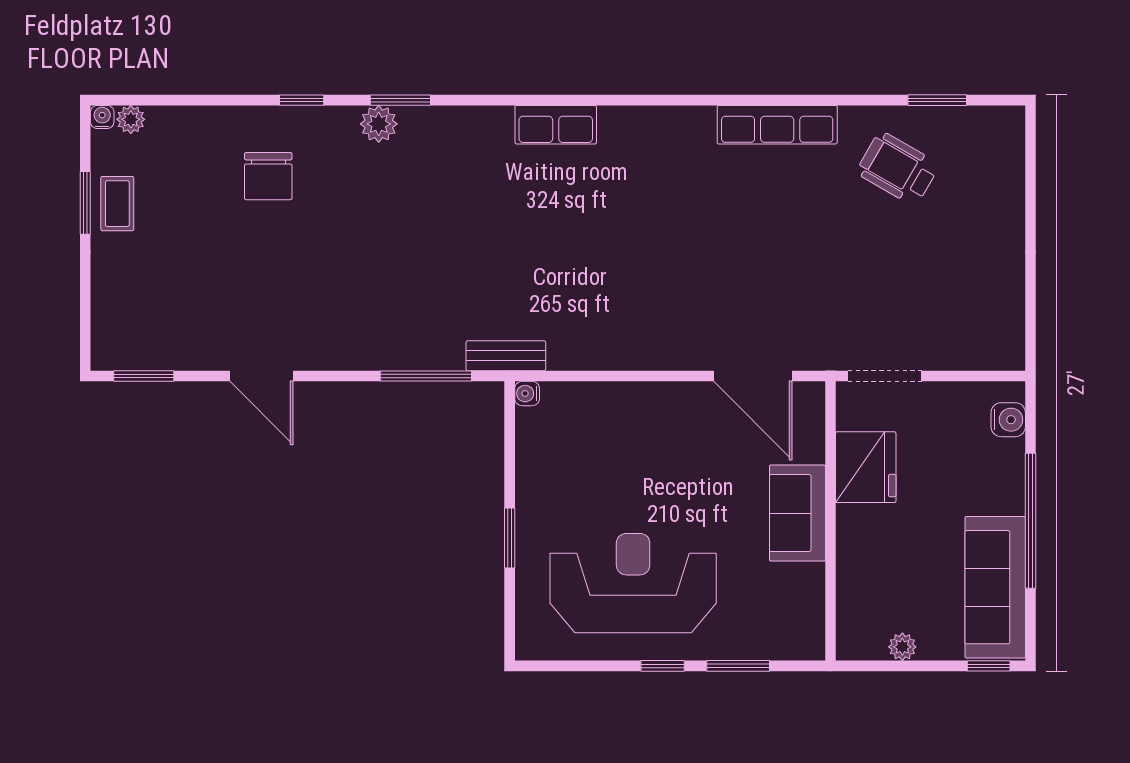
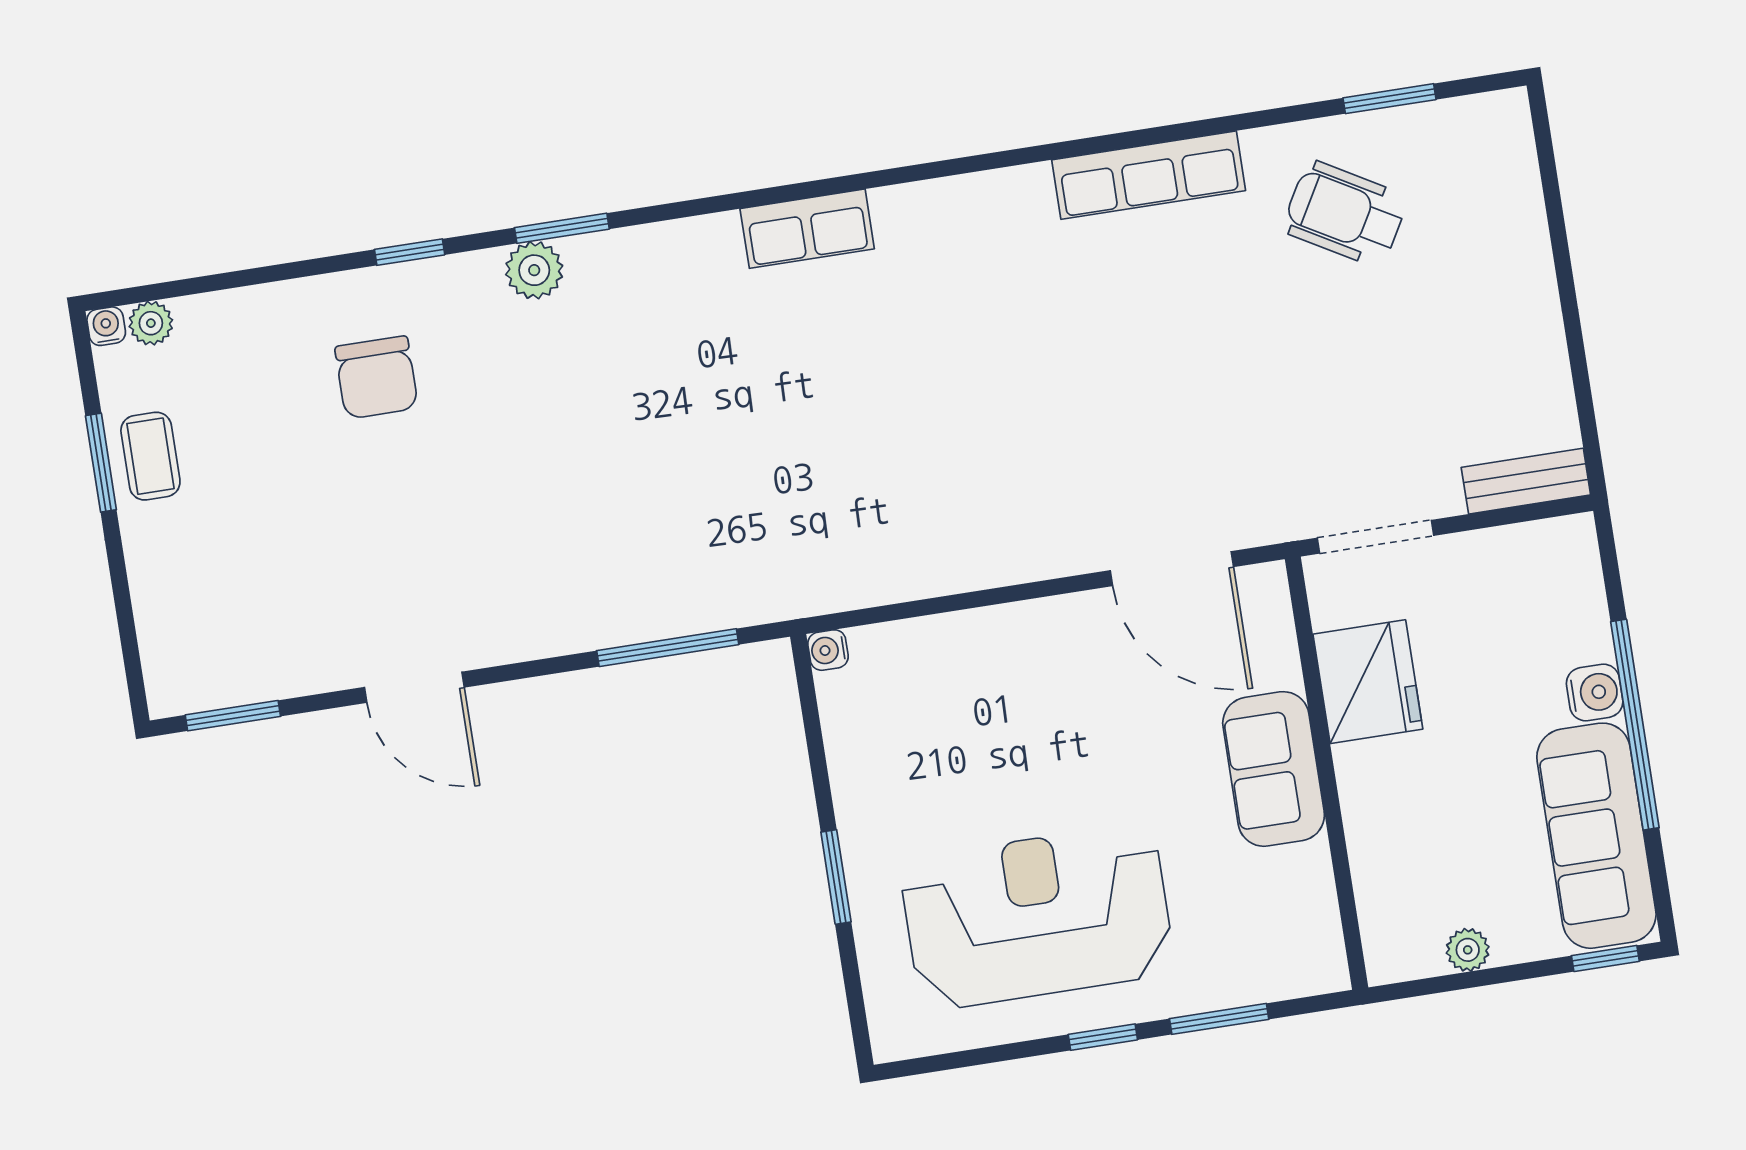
bench: (506, 356) -> (1526, 481), moved
water cooler: (1008, 420) -> (1595, 692), moved

